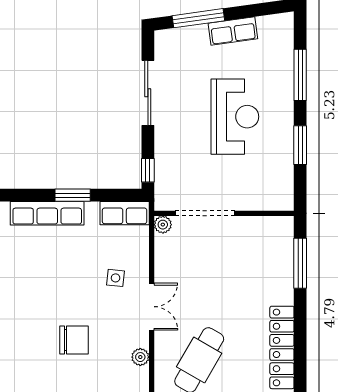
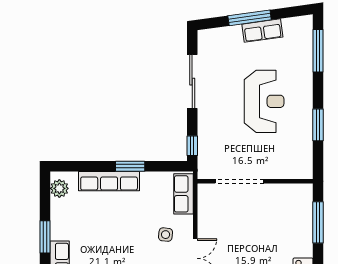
window: (198, 18) -> (250, 18), moved
window: (300, 75) -> (318, 51), moved
row of seats: (125, 213) -> (184, 194), moved, turned 90
plant: (163, 225) -> (205, 190), removed

